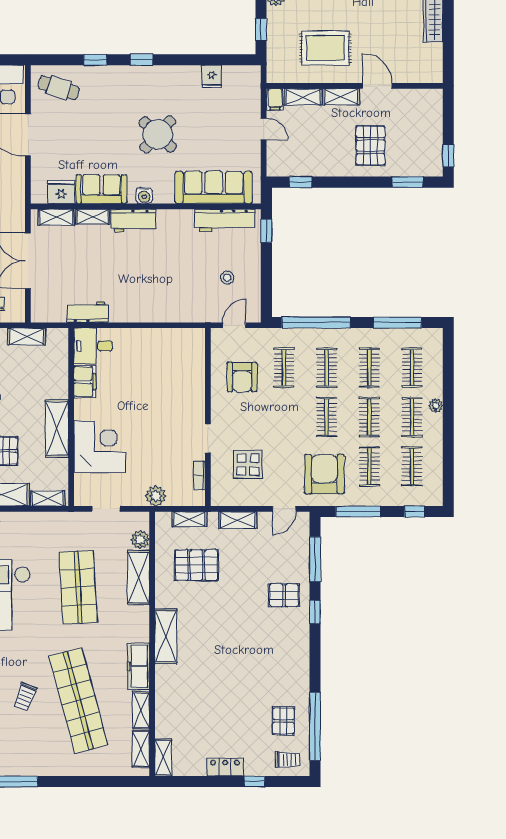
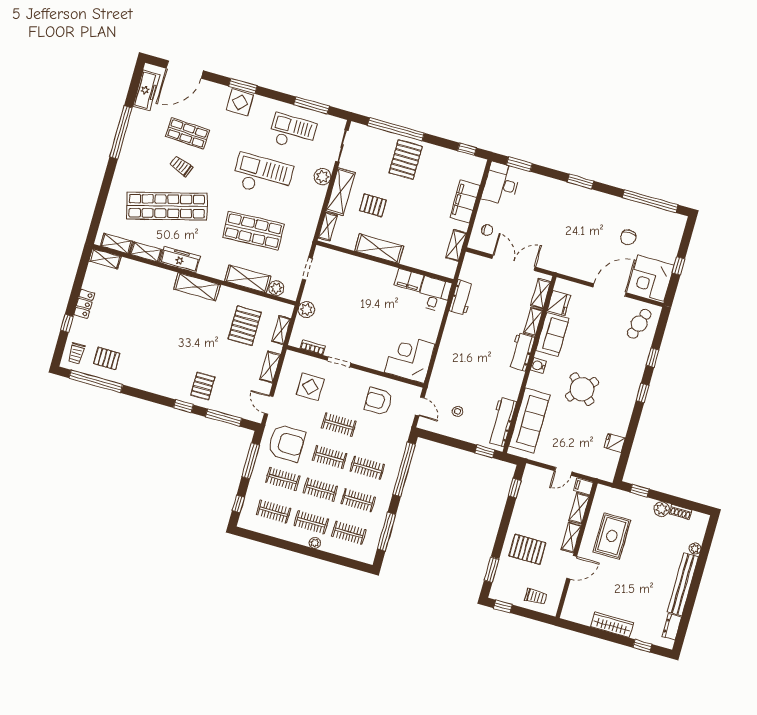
trolley: (425, 119) -> (536, 597), added
clothes rail: (284, 368) -> (339, 425), moved
corner desk: (100, 447) -> (410, 358), moved, turned 180

